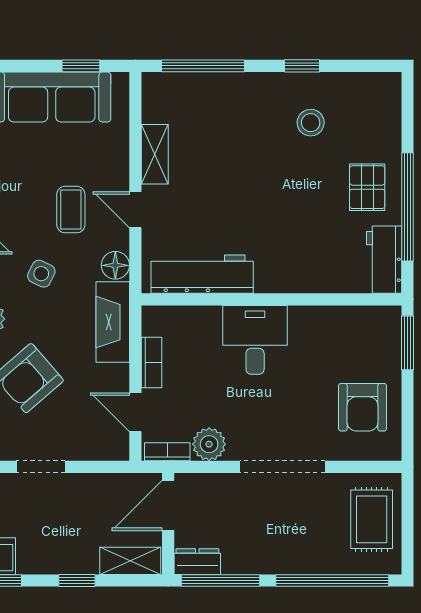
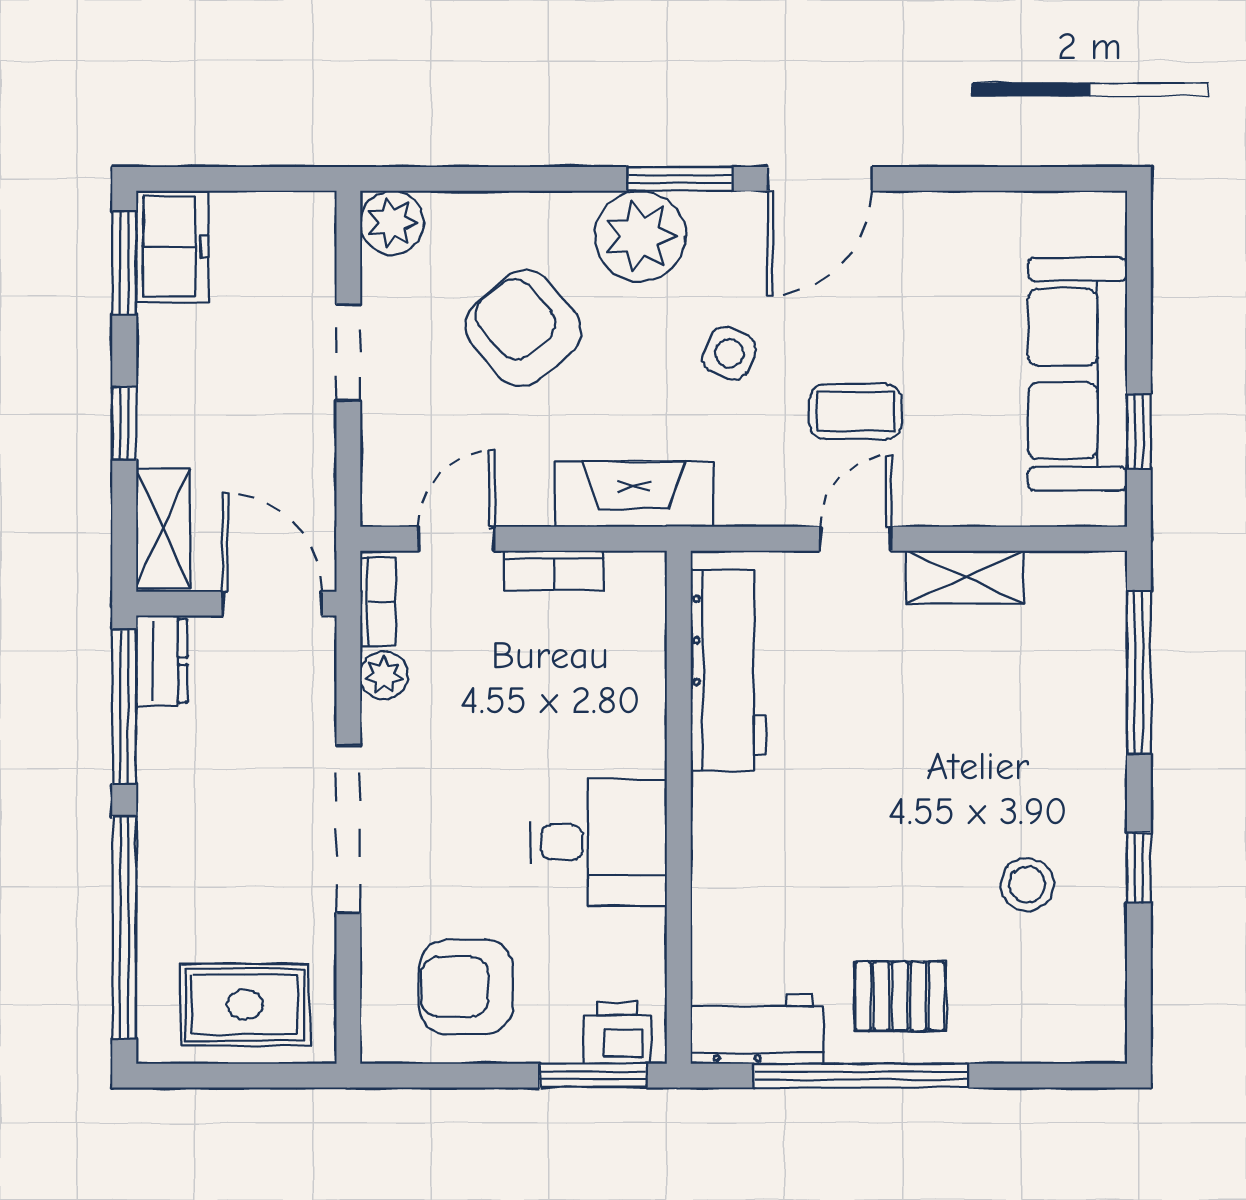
floor lamp: (115, 265) -> (746, 499), removed
printer: (386, 330) -> (617, 1033), added
desk: (255, 340) -> (599, 842), moved
plant: (209, 444) -> (384, 675), width x0.73, depth x0.73

